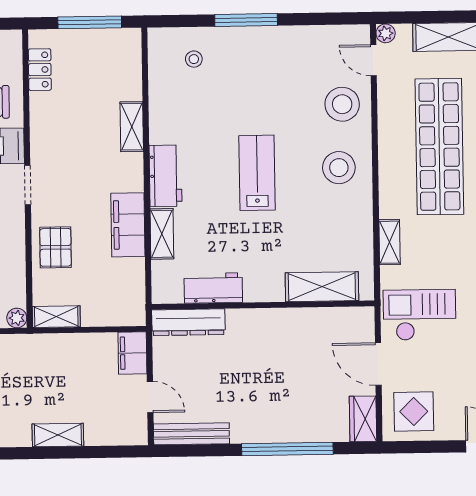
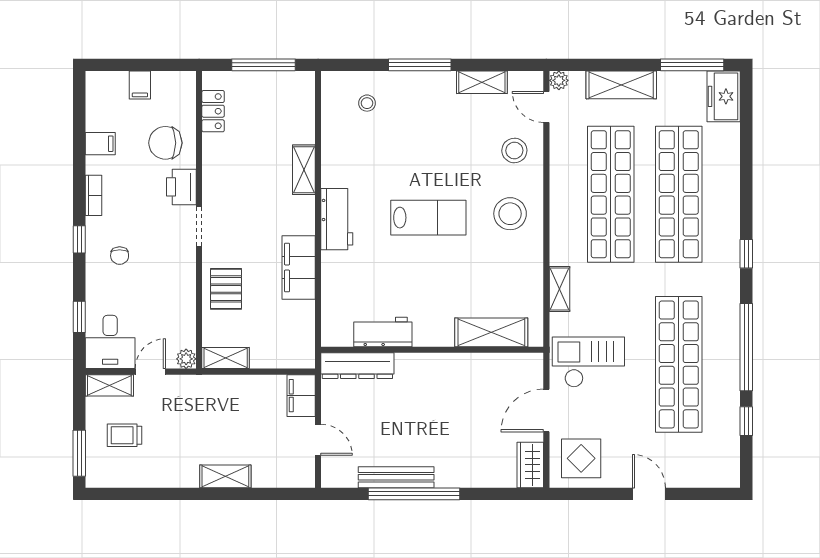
stool: (342, 104) -> (514, 150), width x0.73, depth x0.73
lab bench: (257, 173) -> (428, 218), turned 90
shelving: (162, 234) -> (482, 82), moved, turned 90
door: (378, 364) -> (546, 410), hinge flipped
bench: (191, 434) -> (396, 477), moved
window: (287, 449) -> (414, 494), moved

